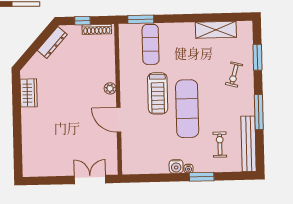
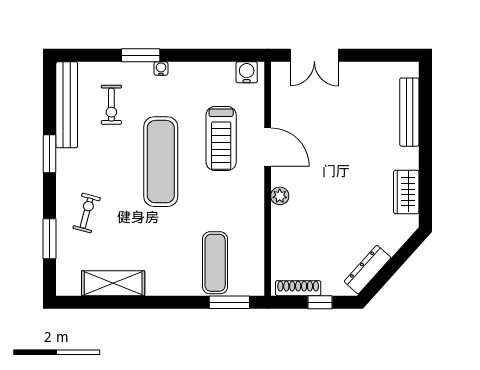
treadmill: (158, 93) -> (221, 139), moved, turned 180
window: (259, 112) -> (50, 154), width x0.69
bench: (28, 144) -> (409, 112), added
water cooler: (176, 166) -> (247, 72), moved

